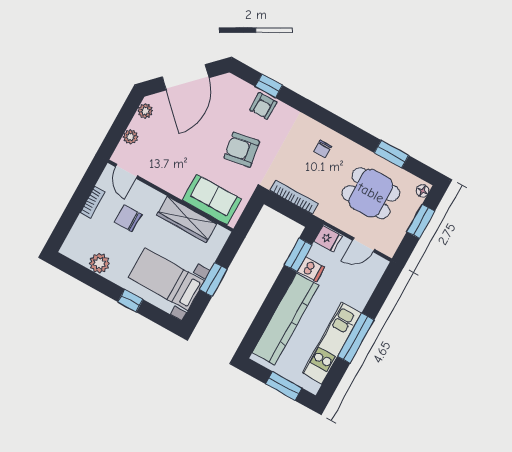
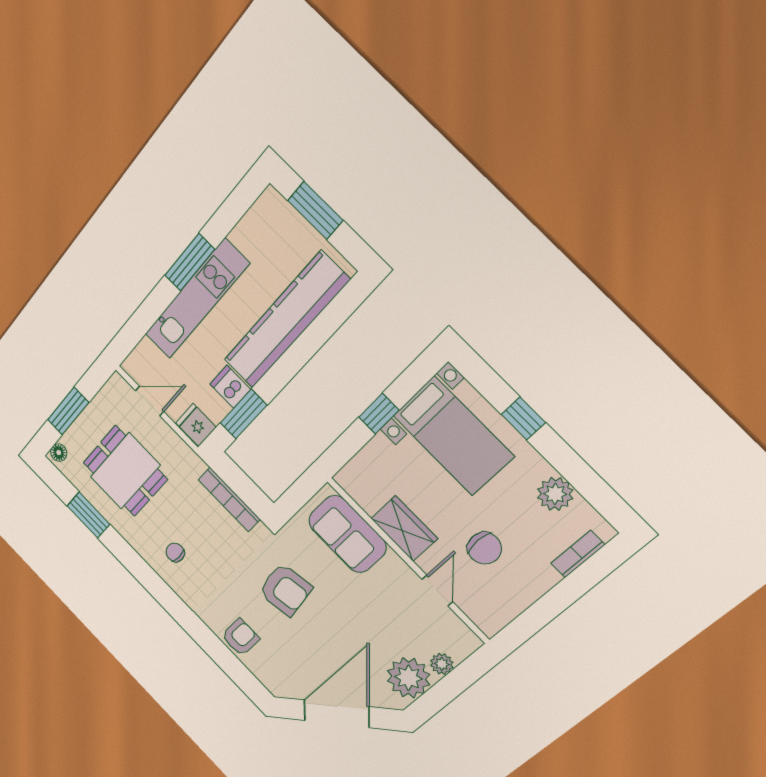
window: (269, 86) -> (226, 660), removed
plant: (145, 111) -> (408, 678), width x1.88, depth x1.88
chair: (323, 149) -> (175, 552), turned -90
door: (126, 171) -> (437, 591), moved
bookcase: (93, 202) -> (578, 554), moved
wardrobe: (187, 219) -> (404, 529), width x0.67
window: (213, 280) -> (379, 414), width x0.67
window: (356, 338) -> (190, 262), width x0.69
kitchen unit: (332, 343) -> (196, 299), moved

